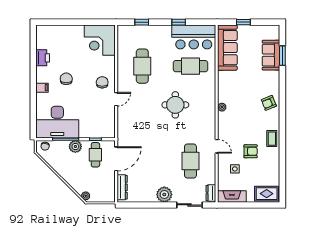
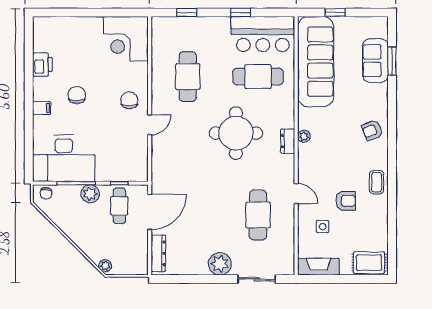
sofa: (227, 48) -> (316, 62), width x1.36, depth x1.27
round table: (175, 105) -> (236, 133), width x1.36, depth x1.36
dresser: (211, 193) -> (288, 141), moved

